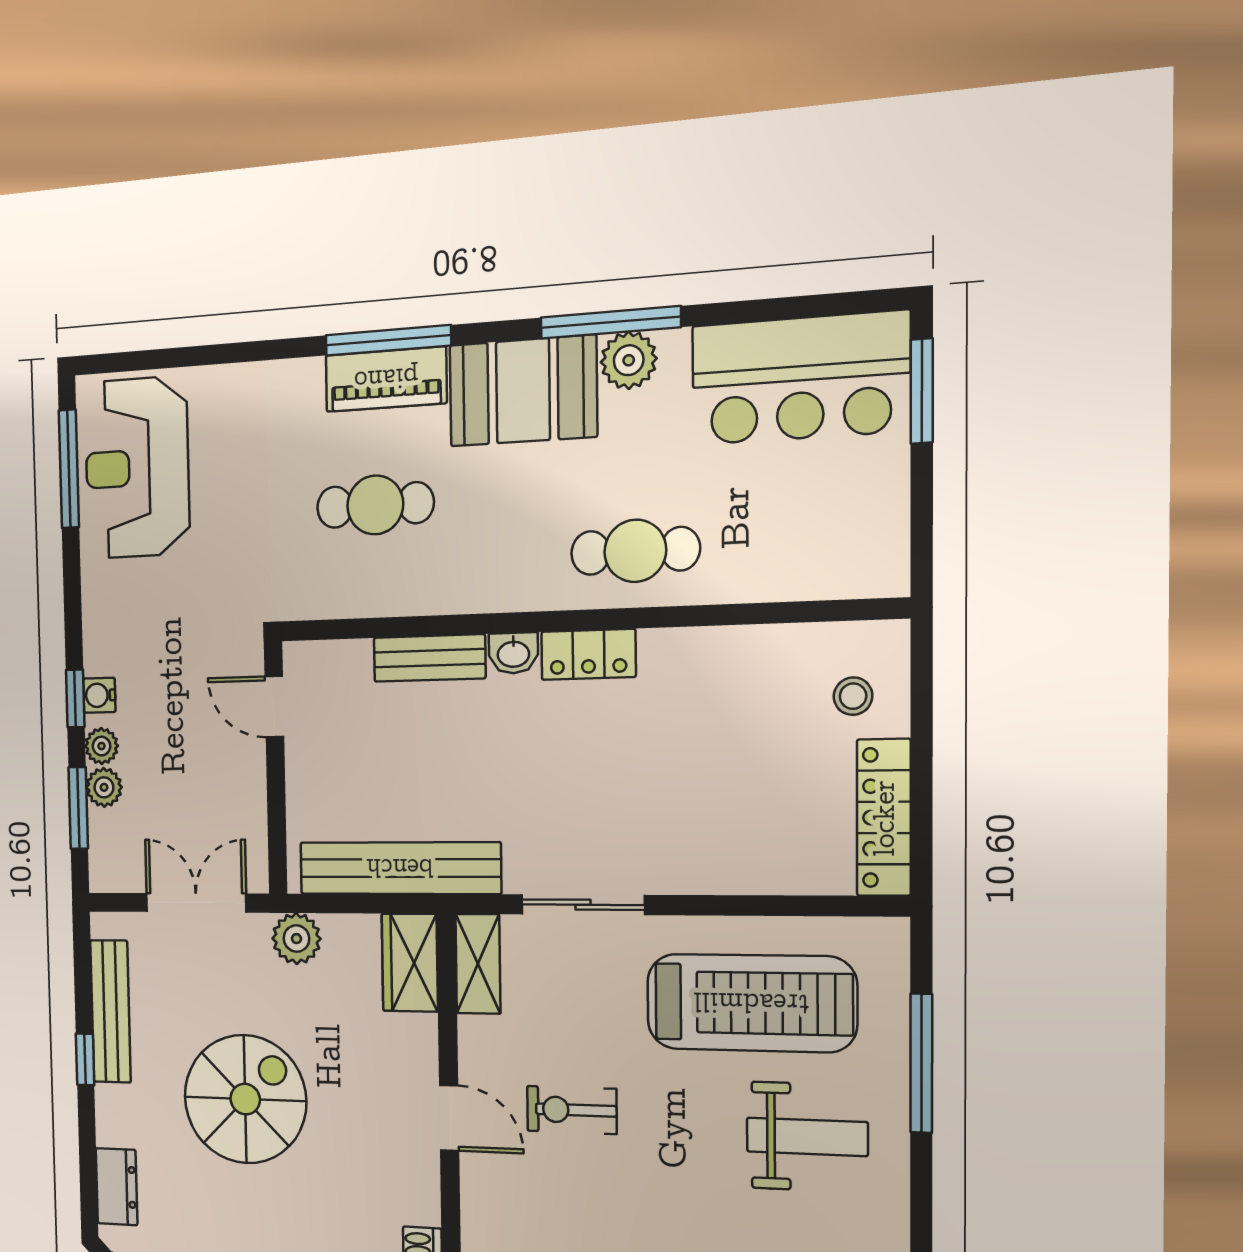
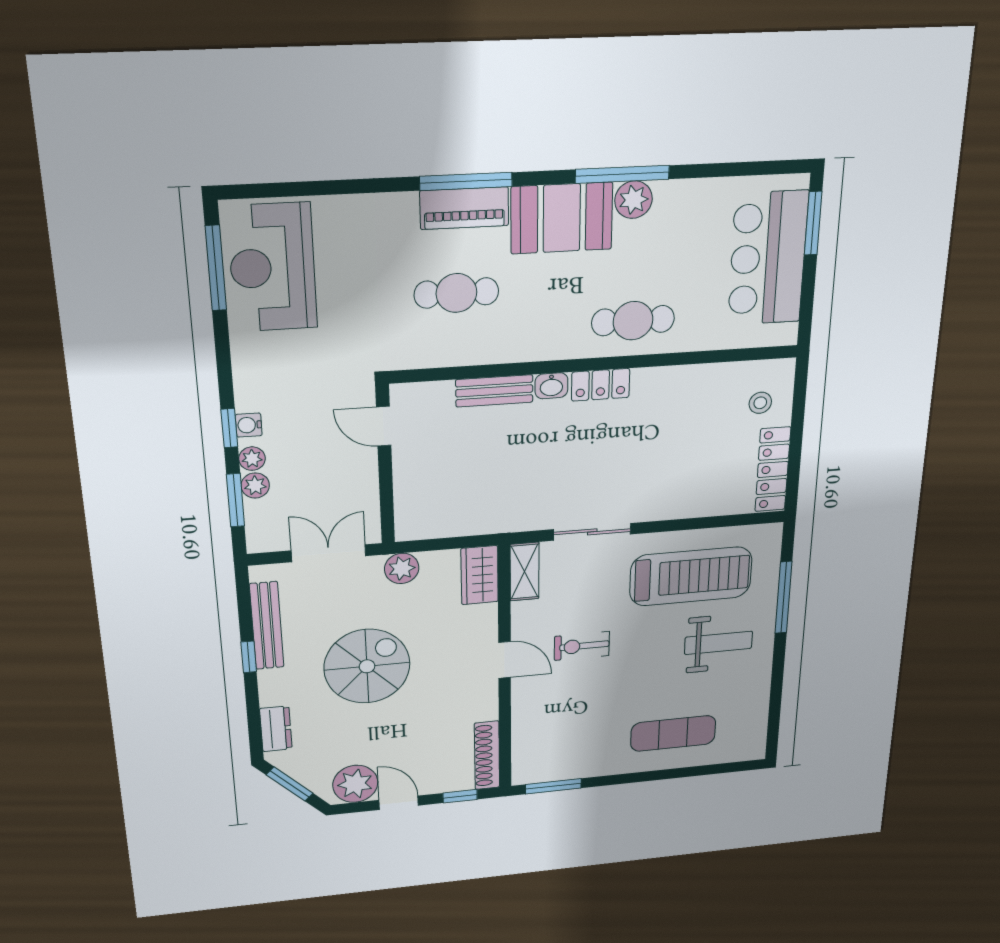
bar counter: (800, 378) -> (768, 258), moved, turned 90
bench: (400, 868) -> (473, 520), removed

